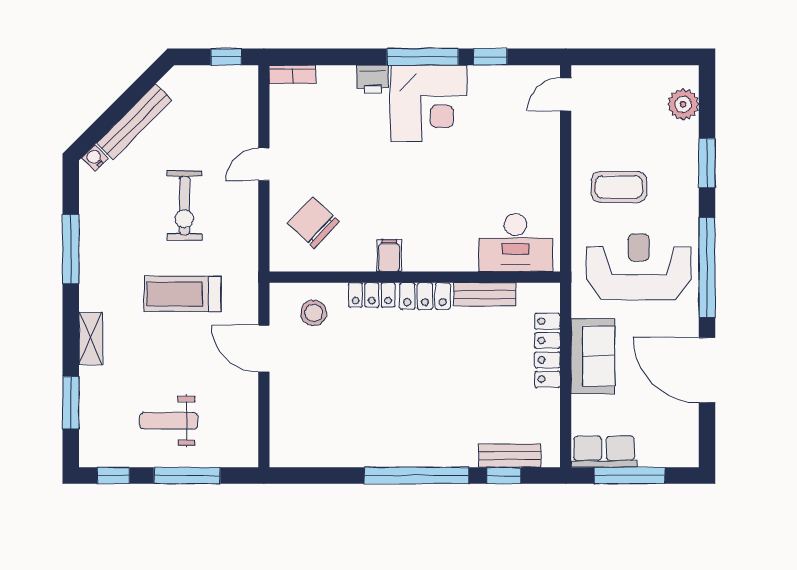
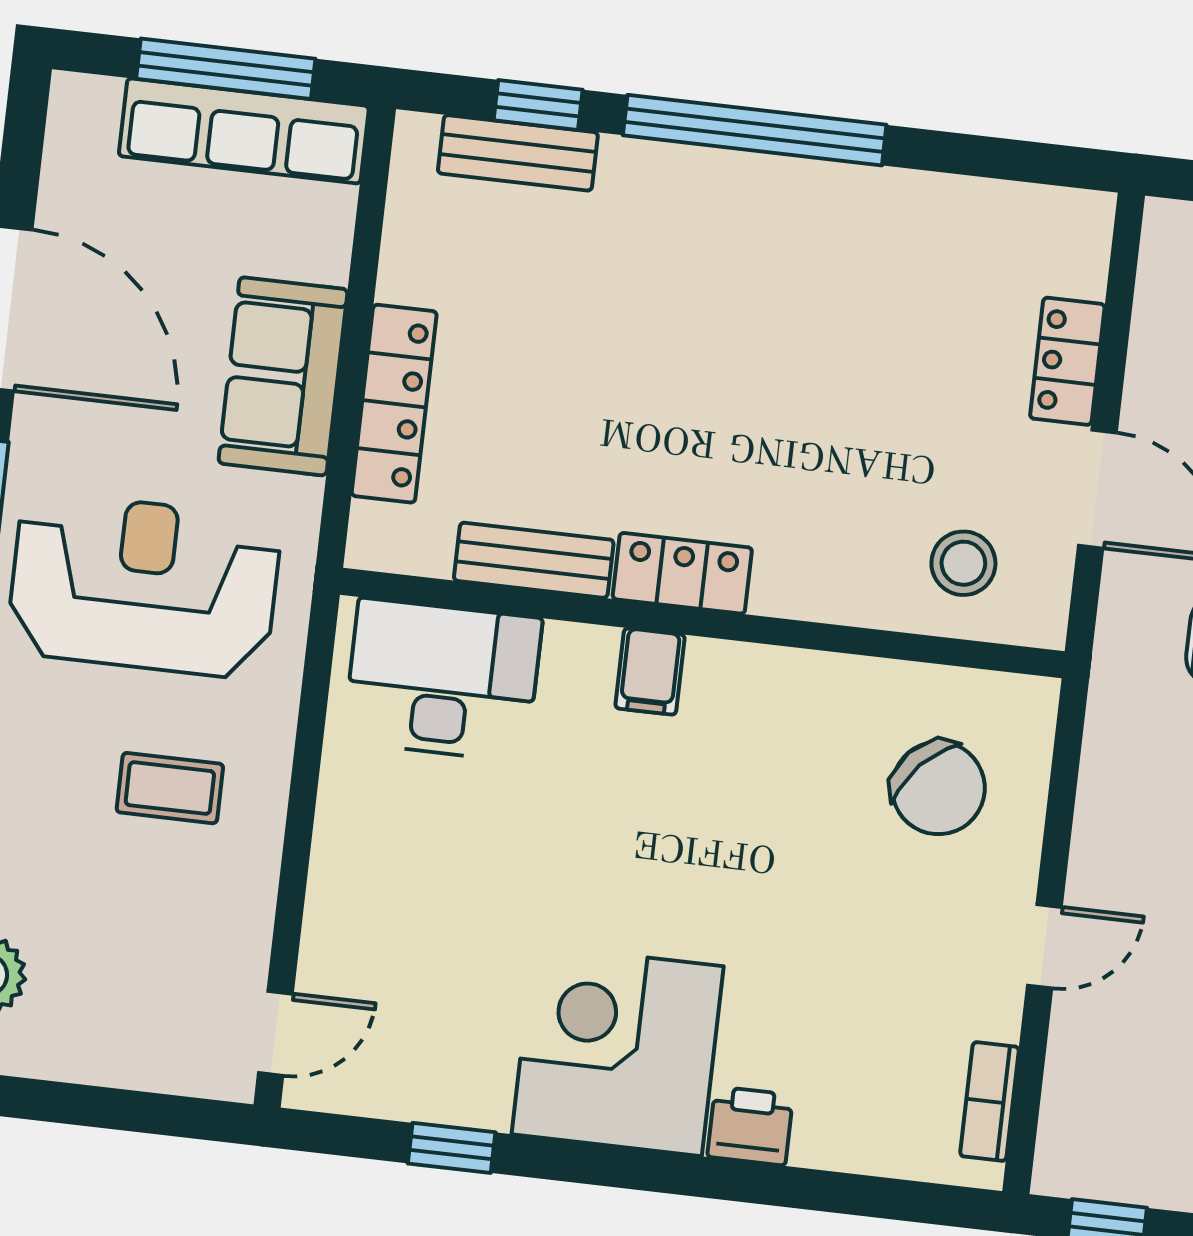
window: (423, 57) -> (619, 1167), removed
bookcase: (292, 74) -> (990, 1102), moved, turned -90
coffee table: (619, 187) -> (170, 788), width x0.73, depth x0.77
filing cabinet: (389, 255) -> (650, 671), moved
reception desk: (639, 266) -> (144, 585), turned 180
locker: (372, 295) -> (1067, 361), moved, turned -90
row of seats: (604, 452) -> (244, 131), width x1.48

